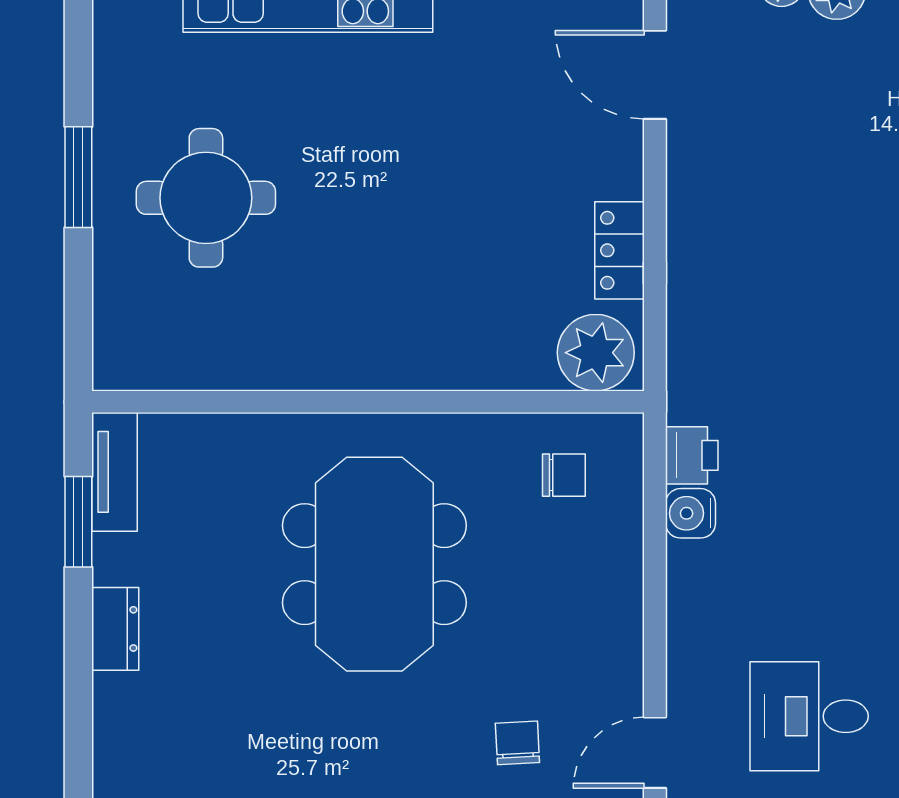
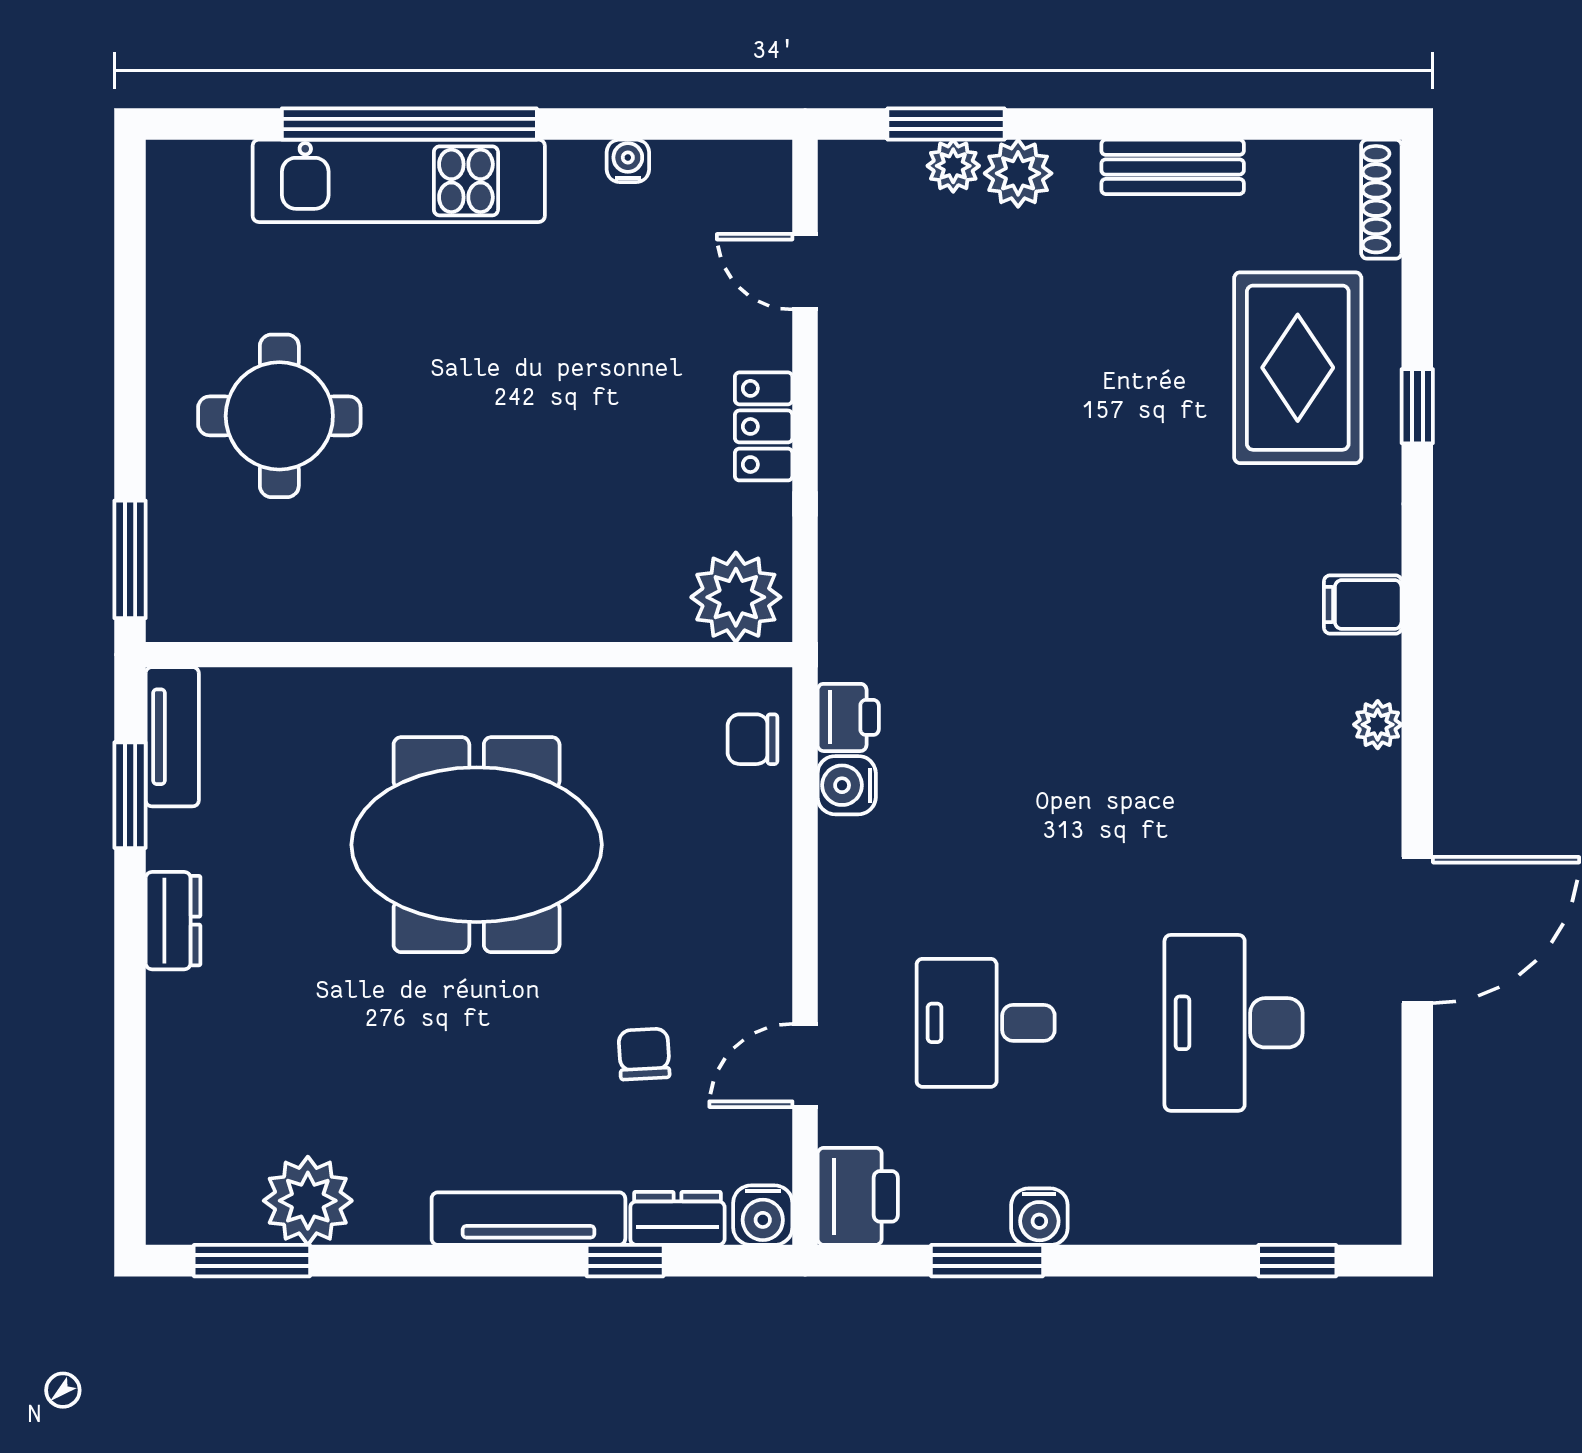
door: (655, 75) -> (805, 272), width x0.73
window: (78, 177) -> (130, 559), moved
locker: (620, 250) -> (764, 426), moved
chair: (564, 475) -> (752, 739), moved, turned 180
meeting table: (374, 564) -> (477, 845), turned 90

